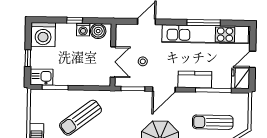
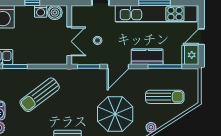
sun lounger: (213, 122) -> (165, 97), turned 180

